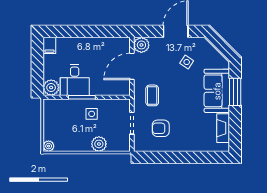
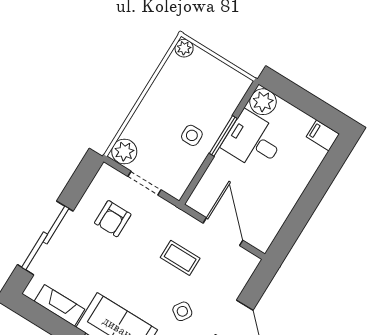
plant: (141, 45) -> (245, 263), removed
coffee table: (152, 95) -> (180, 258), moved
armchair: (161, 128) -> (113, 219), turned 180
plant: (99, 144) -> (124, 152), moved
sliding door: (193, 157) -> (45, 238), added

